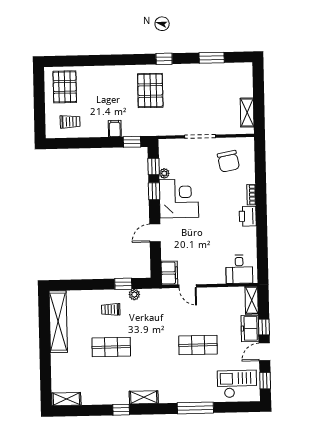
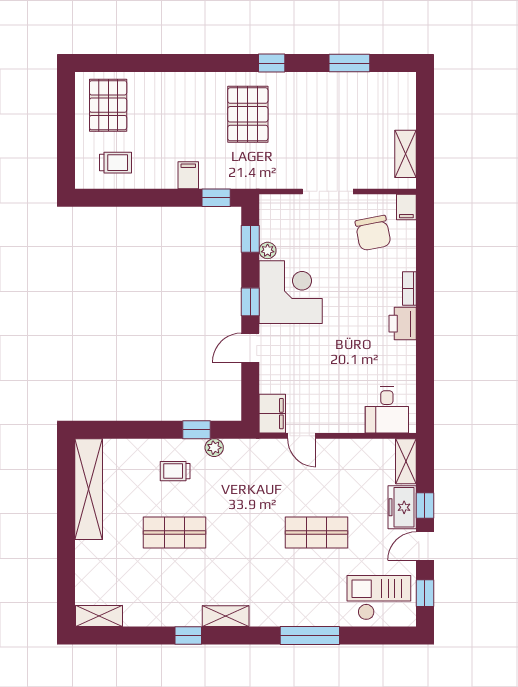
filing cabinet: (248, 145) -> (406, 207), added
window: (154, 191) -> (250, 302), moved

